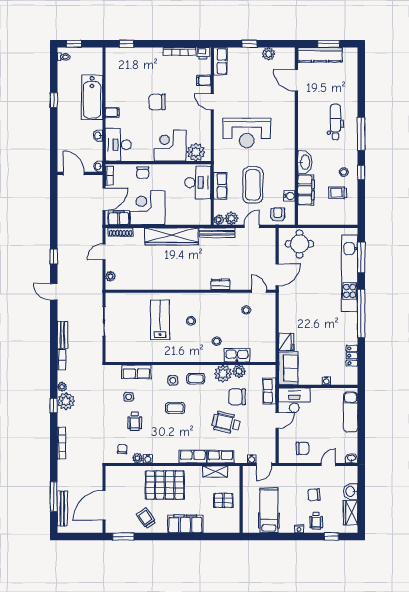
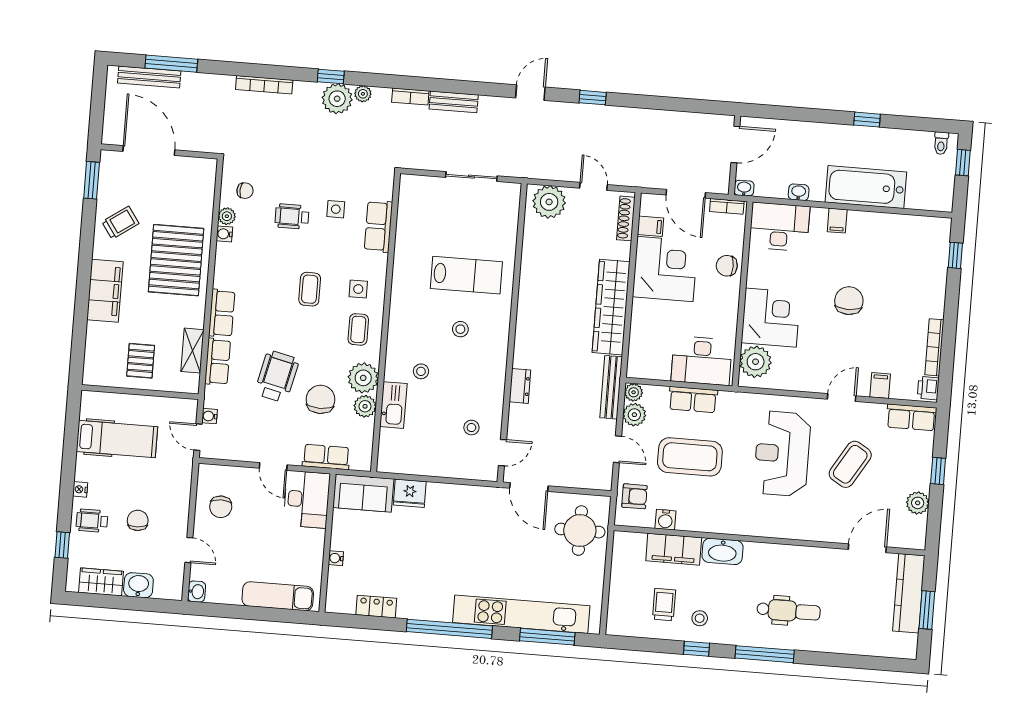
coffee table: (250, 94) -> (850, 464), added
filing cabinet: (119, 218) -> (650, 226), width x0.50
plant: (110, 276) -> (549, 202), width x1.88, depth x1.88

